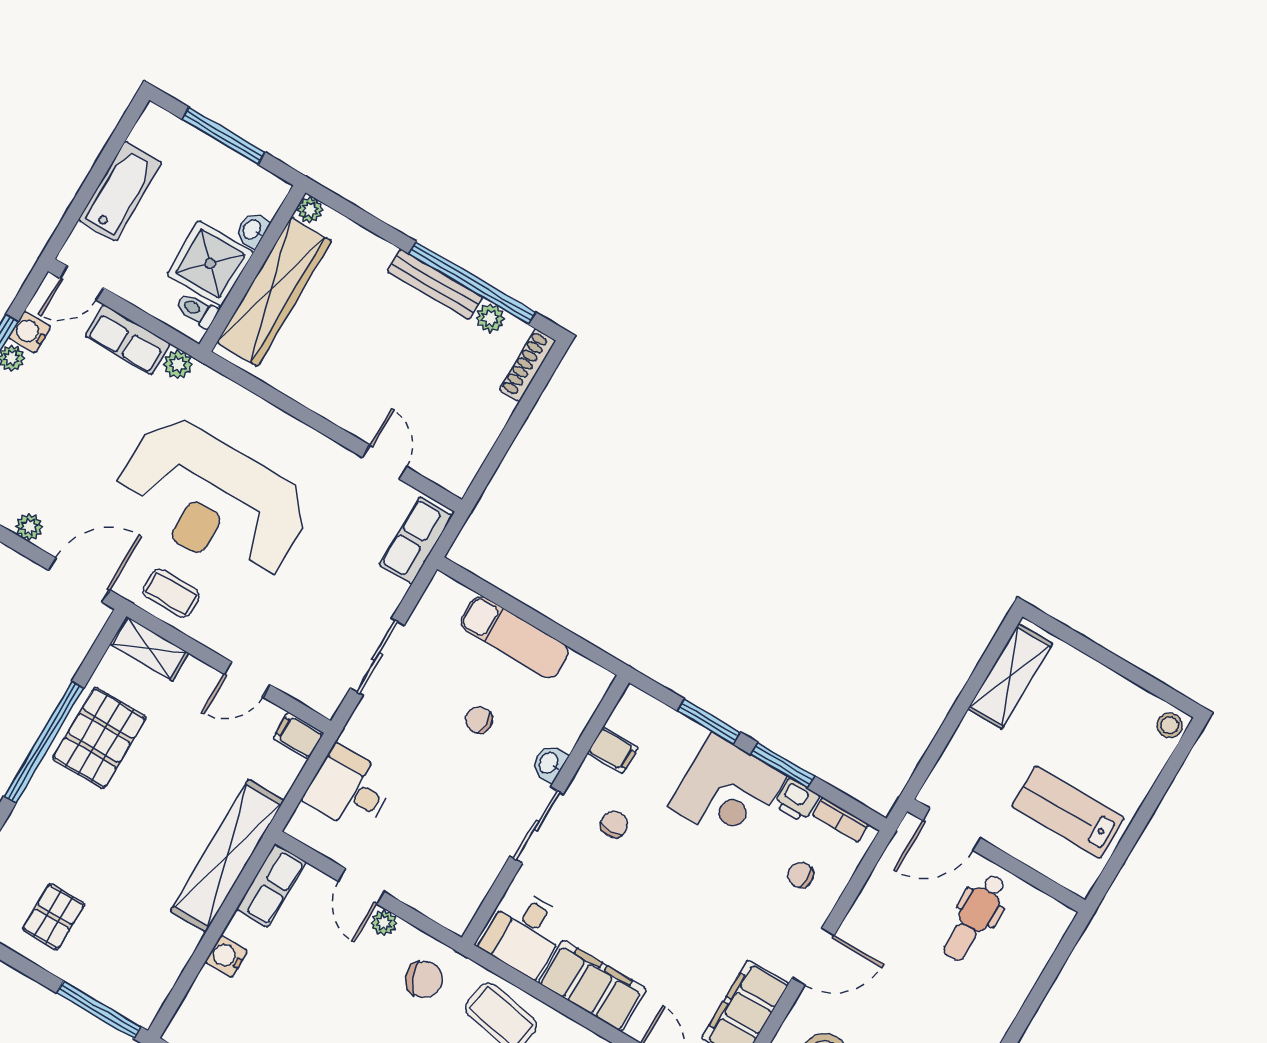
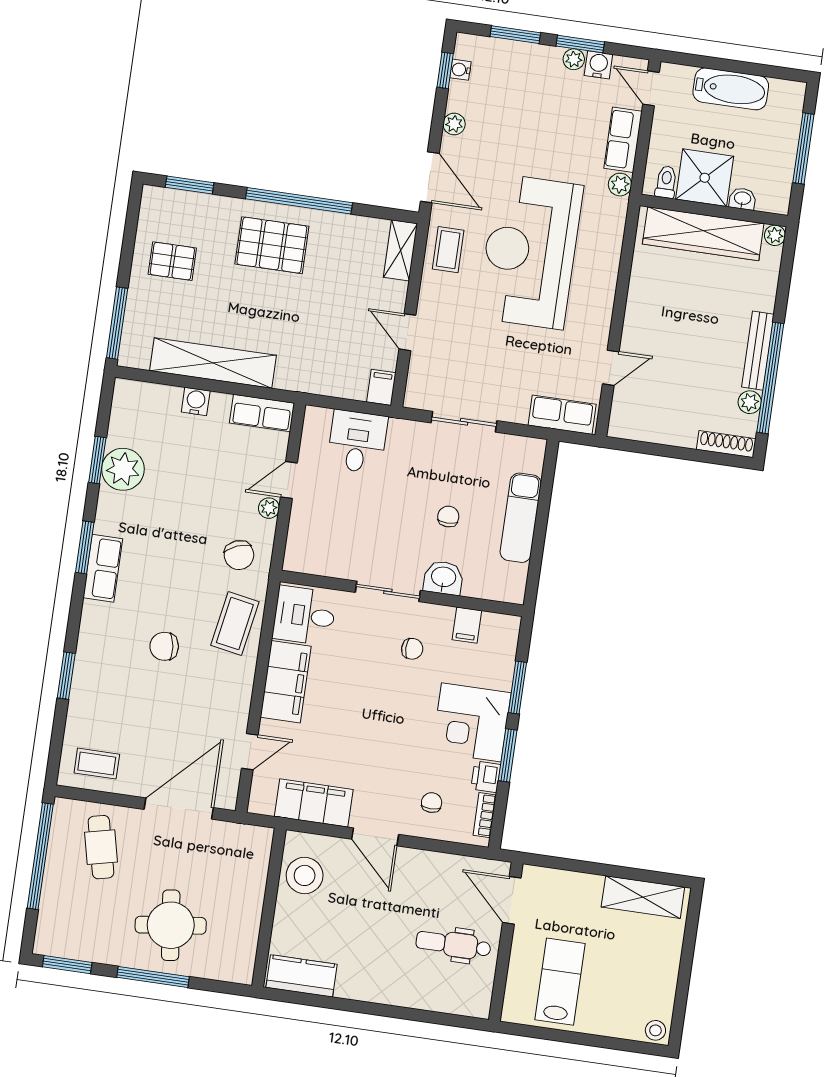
pallet: (99, 738) -> (272, 245), moved
washbasin: (549, 763) -> (443, 578), width x1.38, depth x1.45
shelving: (227, 856) -> (213, 363), moved

